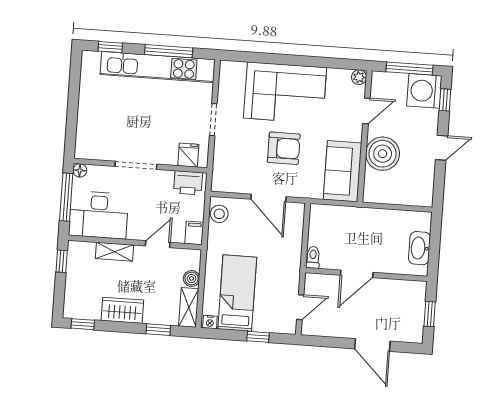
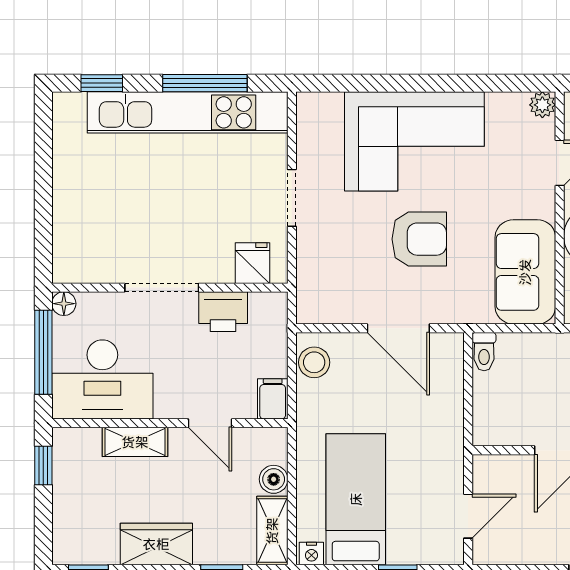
printer: (188, 183) -> (223, 312), moved
door: (158, 244) -> (210, 423), swing flipped
toilet: (313, 257) -> (484, 352), moved, turned 180

